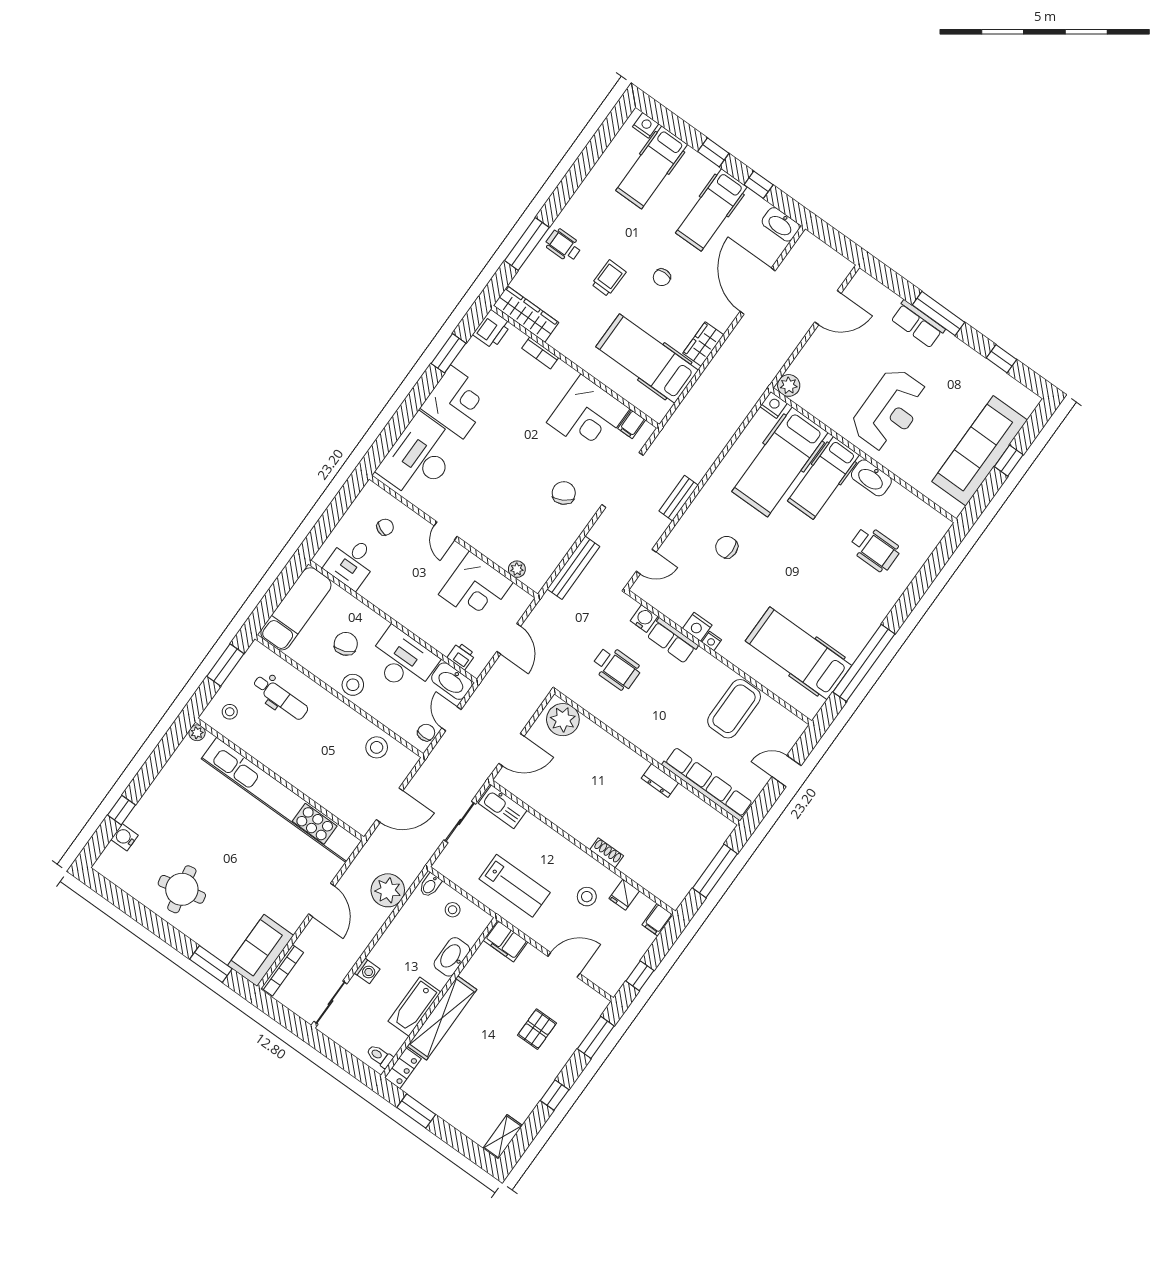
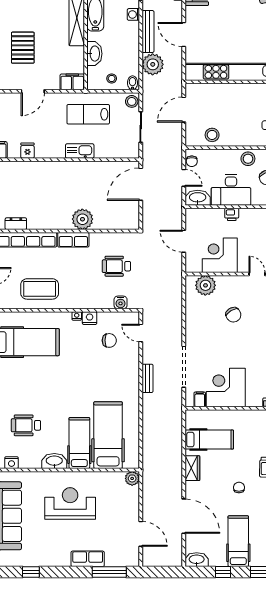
door: (828, 308) -> (141, 534), swing flipped
window: (938, 314) -> (109, 572), moved
hospital bed: (647, 358) -> (209, 440), width x0.73, depth x0.77
nightstand: (774, 405) -> (12, 463), moved
reception desk: (890, 410) -> (70, 503), turned 90
chair: (564, 493) -> (233, 315), moved
chair: (727, 547) -> (109, 340), moved
door: (646, 562) -> (141, 333), hinge flipped
bench: (573, 568) -> (148, 32), moved
plant: (517, 569) -> (205, 285), width x1.88, depth x1.88
row of seats: (672, 641) -> (73, 240), moved, turned 180
printer: (461, 656) -> (232, 214), moved
coffee table: (734, 709) -> (40, 289), turned 90
plant: (563, 720) -> (82, 219), moved
door: (511, 750) -> (141, 184), width x1.36
dresser: (660, 780) -> (16, 224), moved
kitchen sink: (503, 807) -> (80, 151), moved
shoe rack: (607, 853) -> (52, 166), removed
stool: (587, 897) -> (132, 101), moved
pallet: (537, 1029) -> (23, 48), width x1.50, depth x1.42

